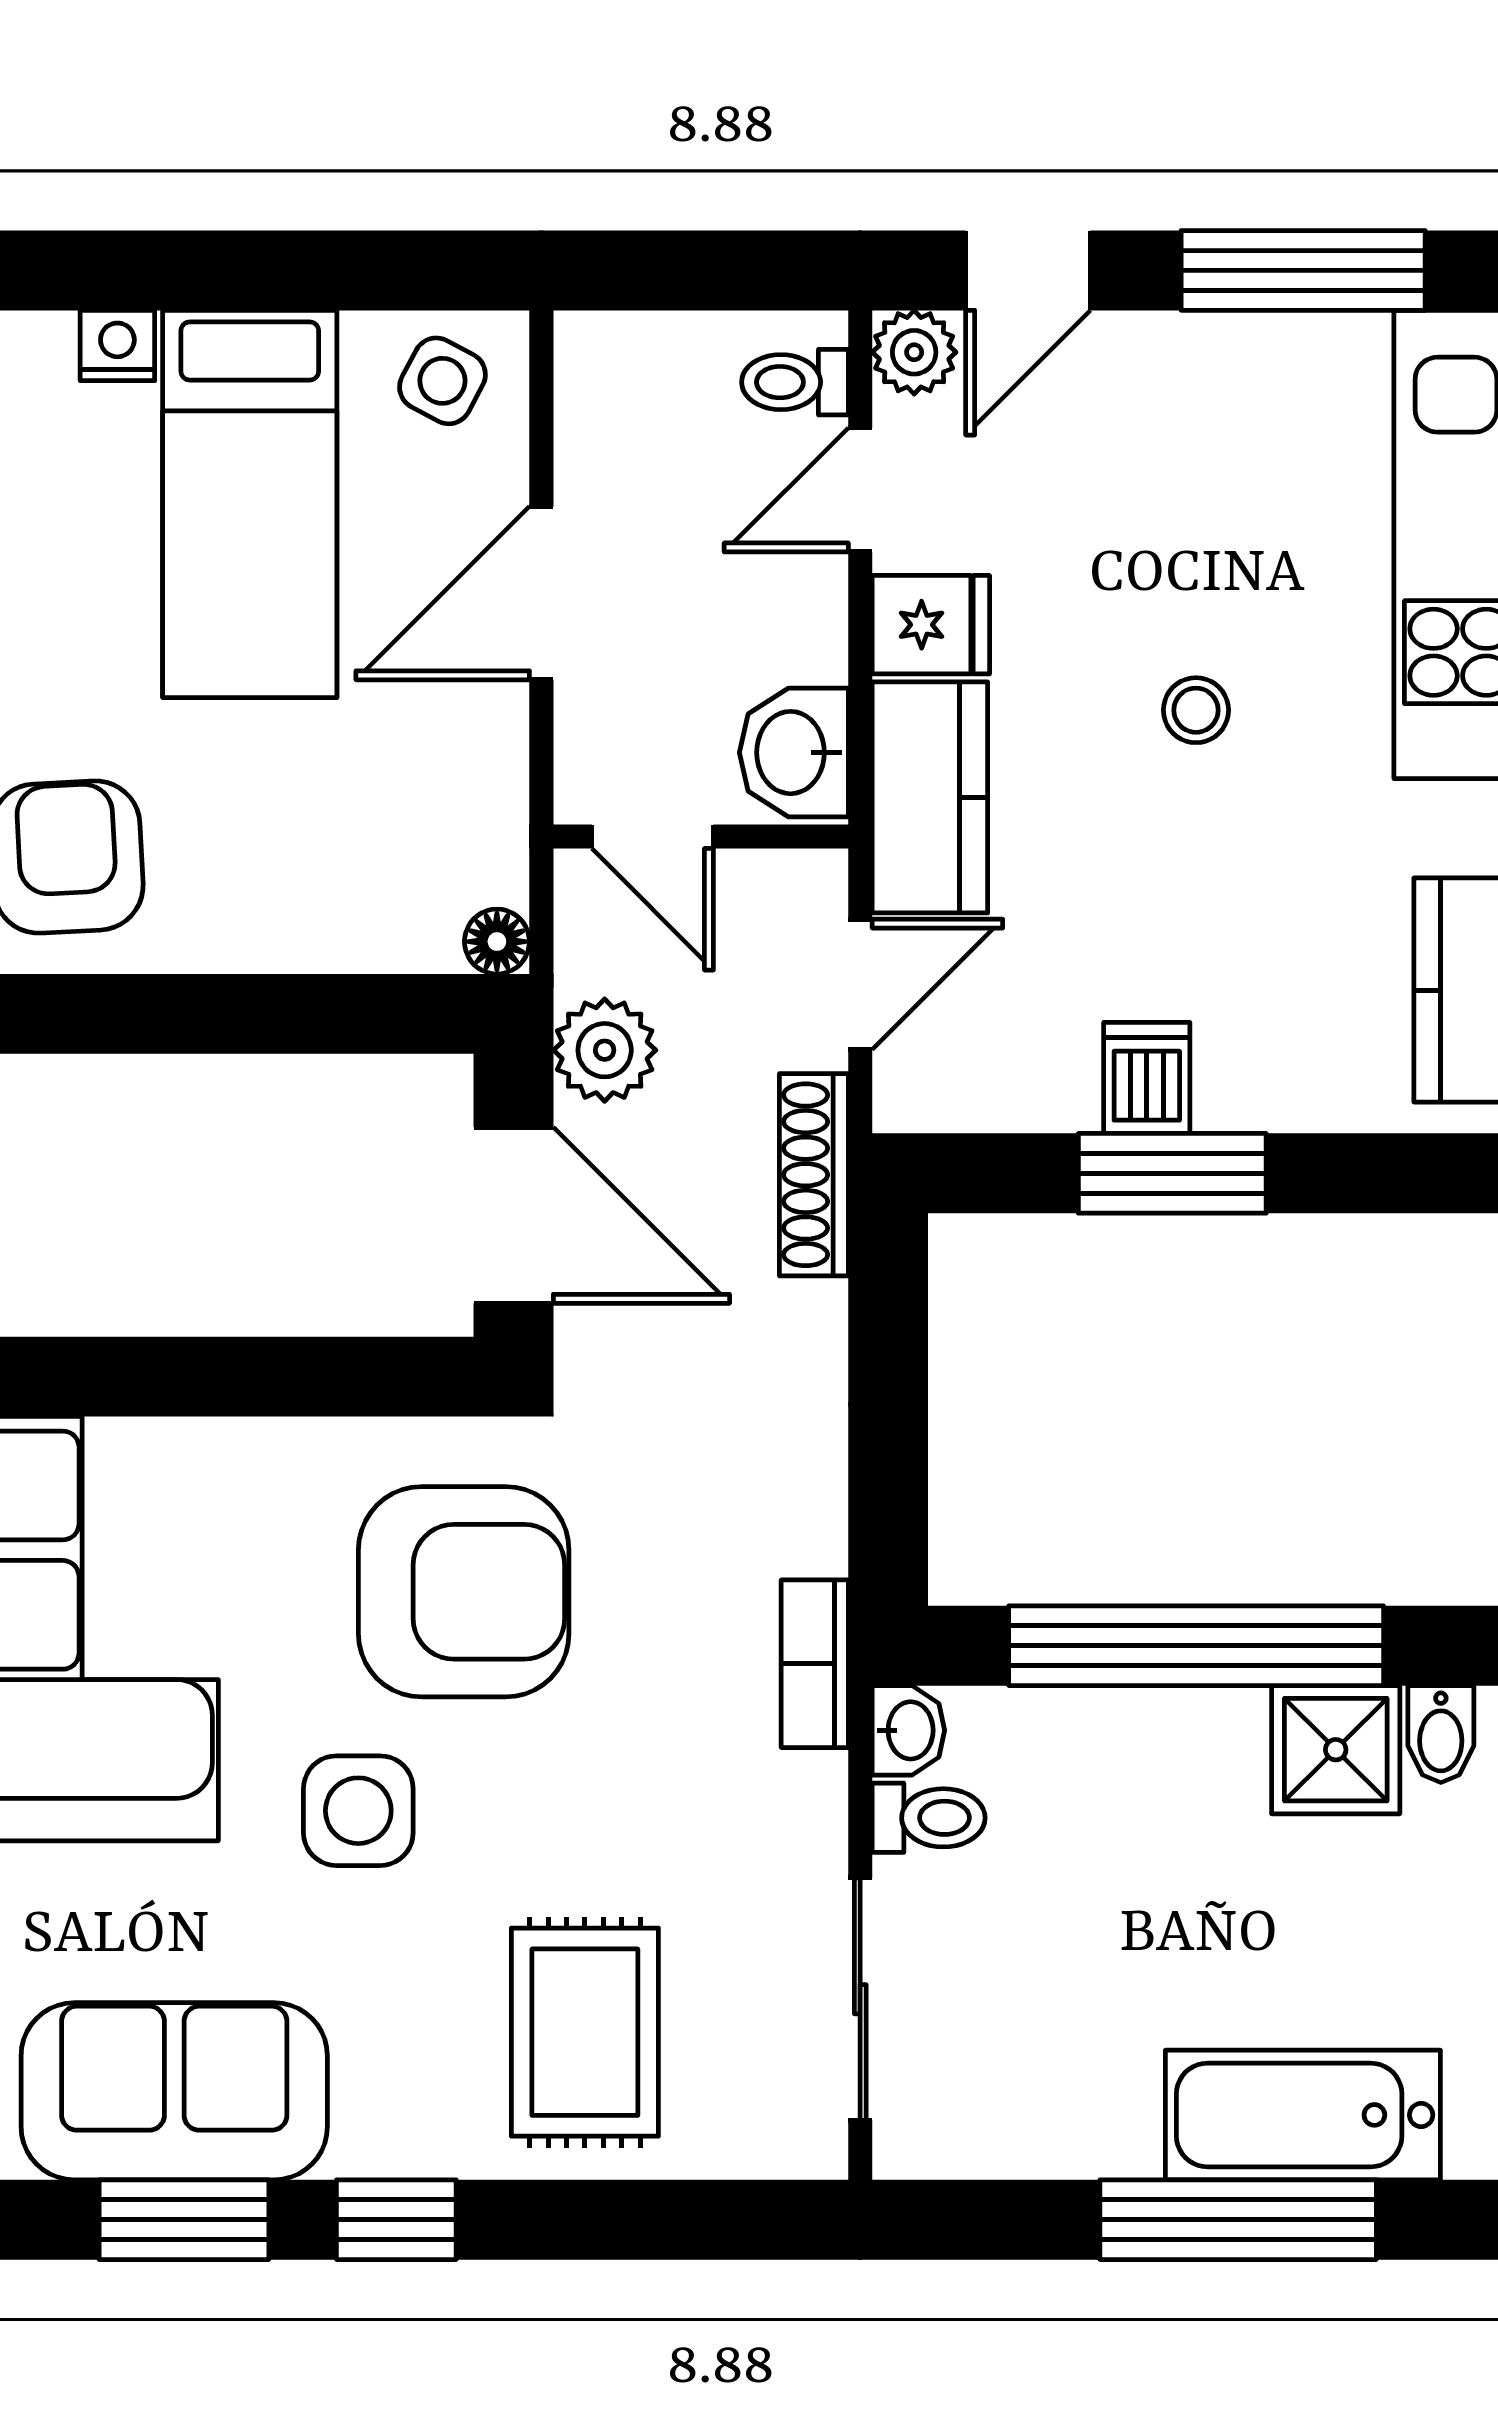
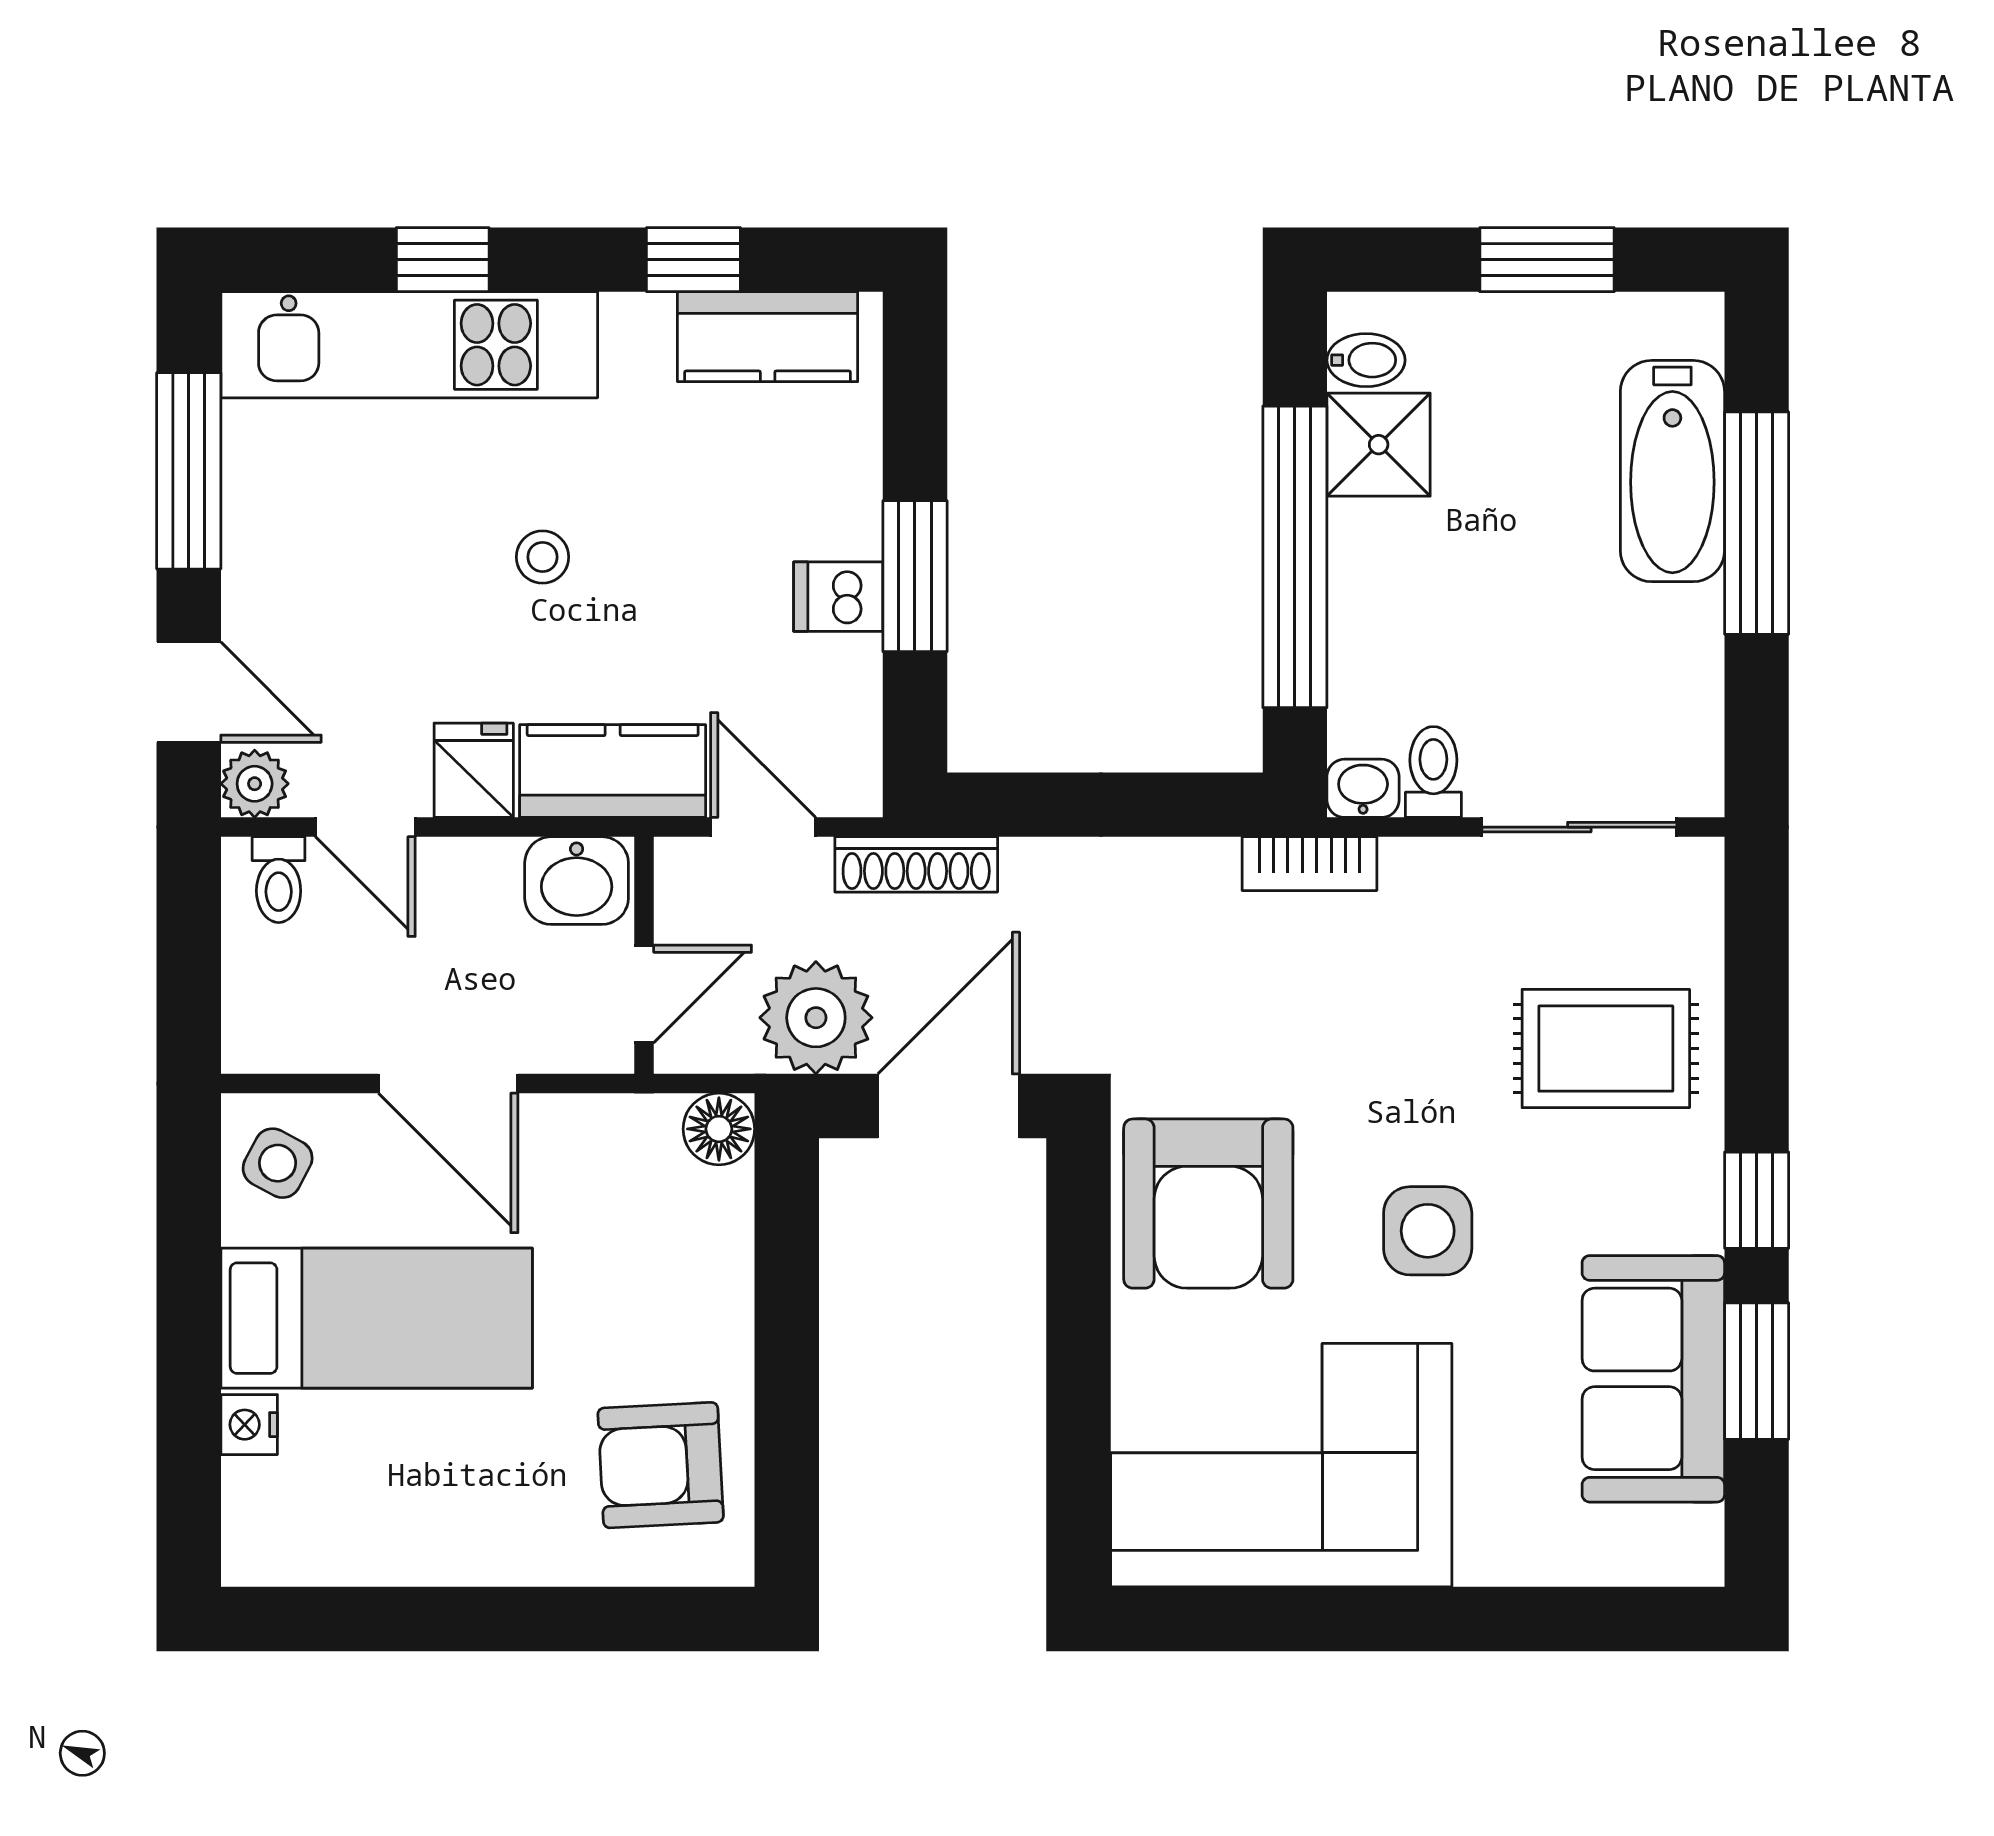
floor lamp: (497, 942) -> (719, 1129), width x1.37, depth x1.37
plant: (605, 1050) -> (816, 1018), width x1.36, depth x1.36
armchair: (464, 1592) -> (1208, 1204), moved, turned 180

